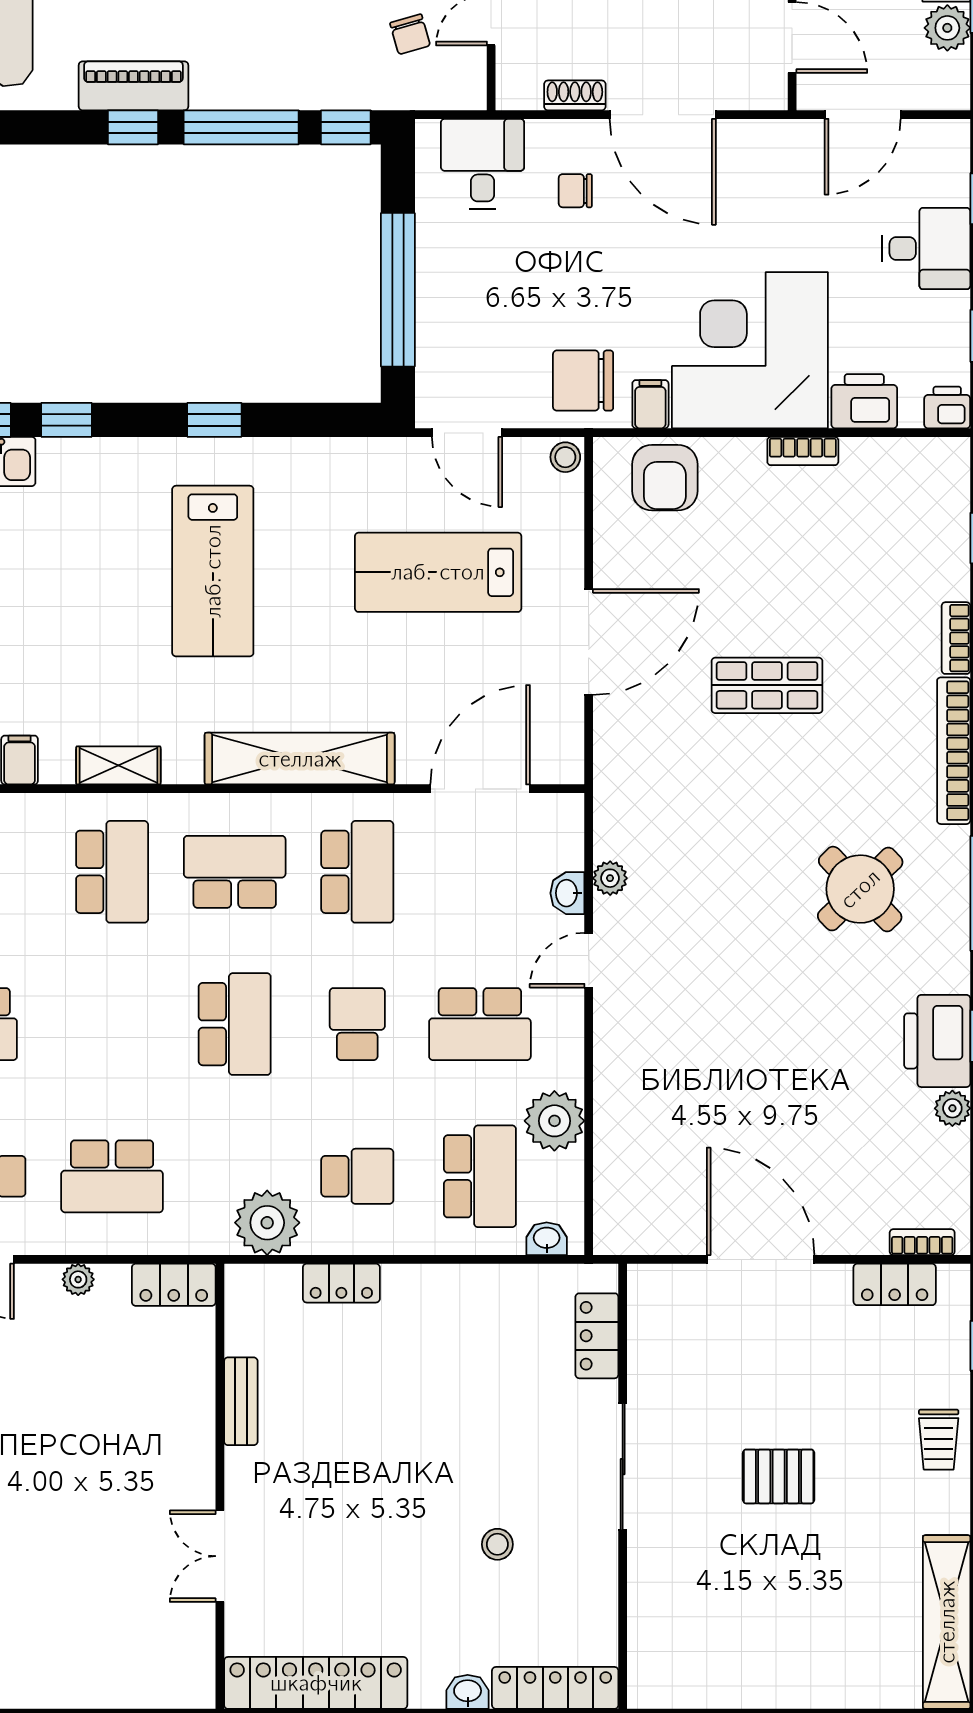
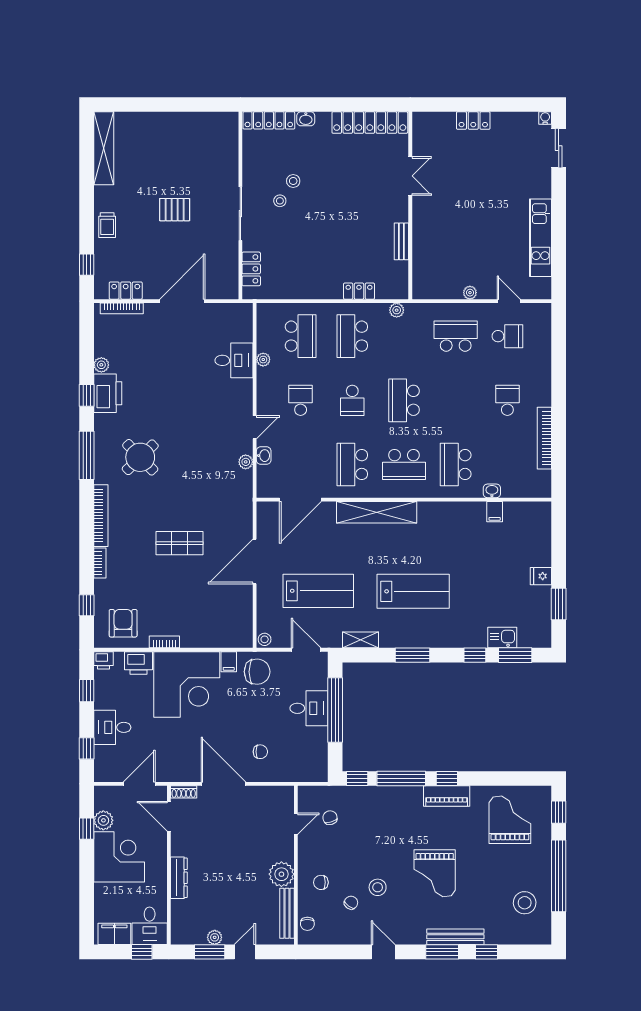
shoe rack: (575, 95) -> (184, 792), moved
desk: (482, 164) -> (309, 708), moved, turned -90
window: (214, 420) -> (413, 655), width x1.50
armchair: (665, 478) -> (123, 623), moved
lab bench: (213, 571) -> (413, 591), turned 90
shelving: (118, 765) -> (360, 640), moved
school desk: (480, 1024) -> (301, 400), width x0.54
desk: (638, 1119) -> (234, 360), added
plant: (554, 1121) -> (263, 360), width x0.53, depth x0.53
school desk: (357, 1176) -> (352, 336), width x1.85
school desk: (480, 1176) -> (301, 336), turned 180
plant: (267, 1223) -> (397, 310), width x0.53, depth x0.53
washbasin: (547, 1239) -> (492, 491), moved, turned 180
bookcase: (922, 1242) -> (122, 308), width x1.56
door: (761, 1259) -> (182, 301), swing flipped
locker: (174, 1285) -> (473, 121), moved, turned 180
trolley: (939, 1440) -> (107, 225), turned 180
stool: (529, 1497) -> (280, 201), added

